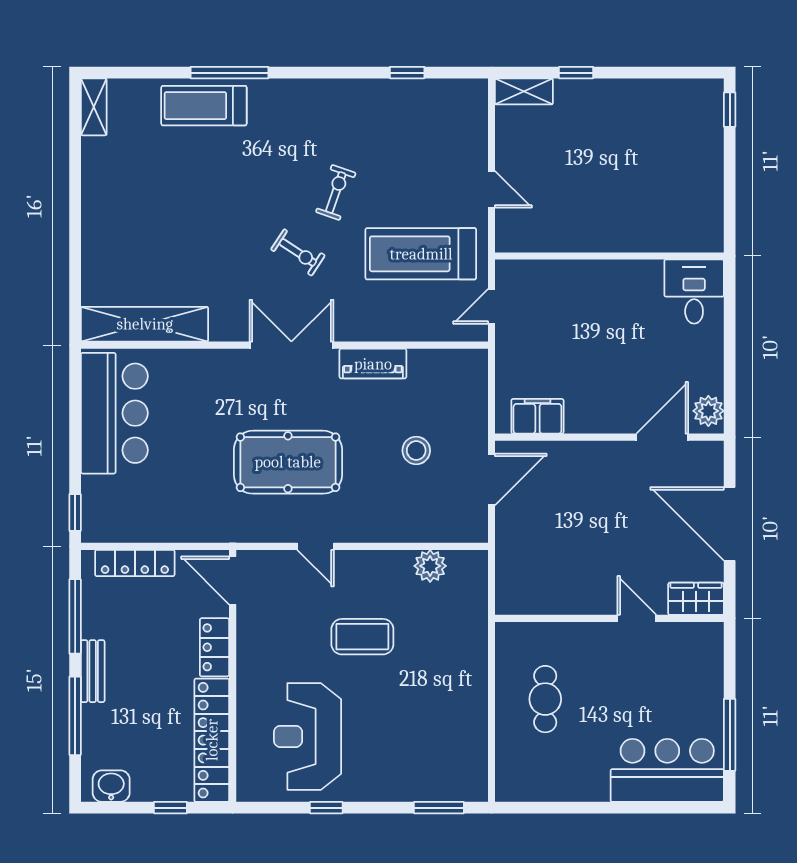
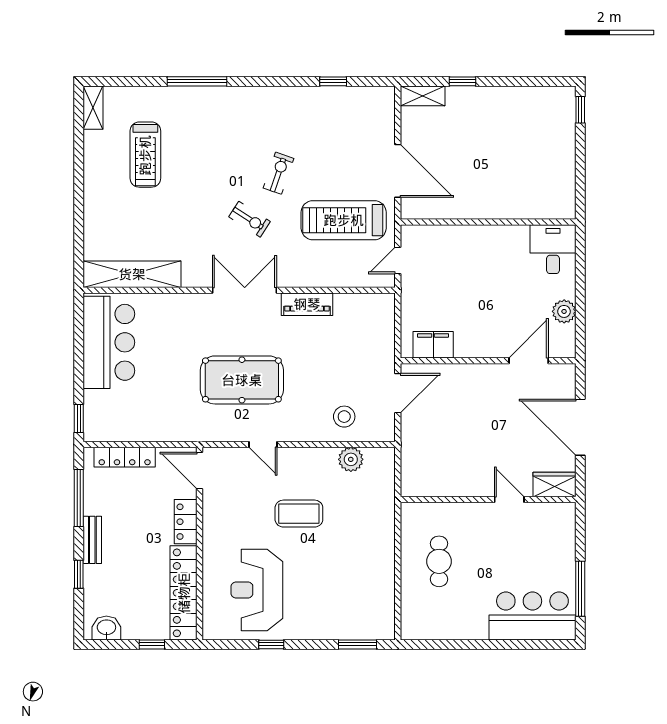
treadmill: (204, 106) -> (145, 155), moved, turned -90
door: (491, 189) -> (398, 171), width x1.87
plant: (708, 411) -> (564, 311), moved
stool: (416, 450) -> (344, 417), moved
window: (75, 716) -> (79, 574), width x0.46

